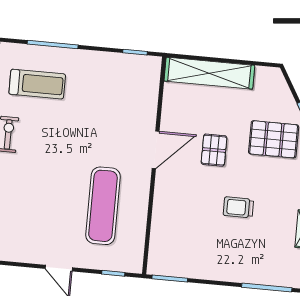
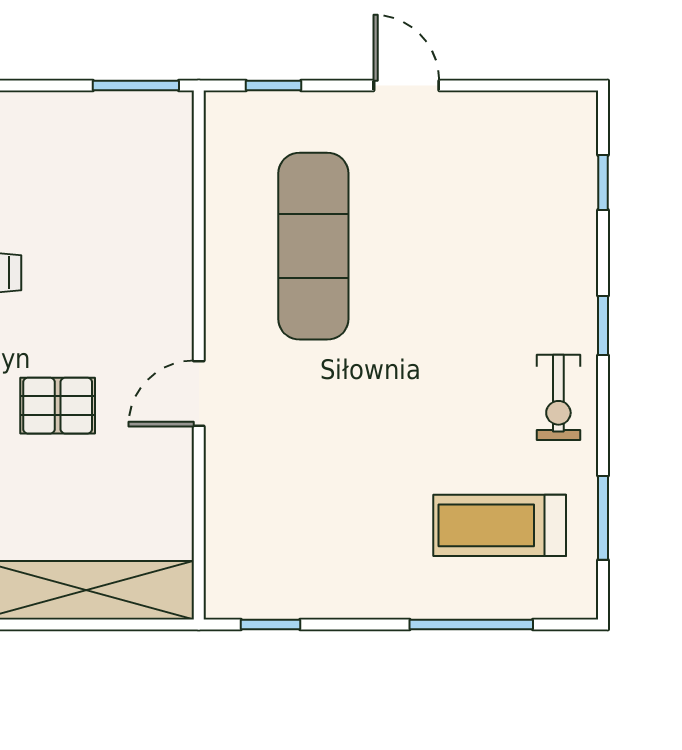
door: (156, 150) -> (199, 393), width x0.73
pallet: (214, 150) -> (58, 406), turned 90

